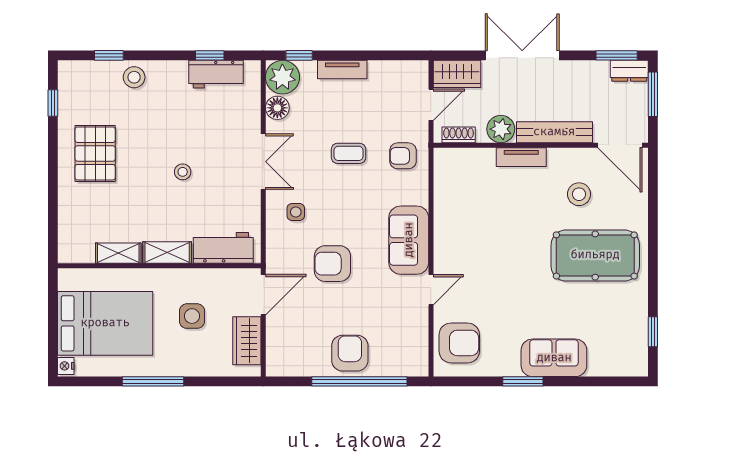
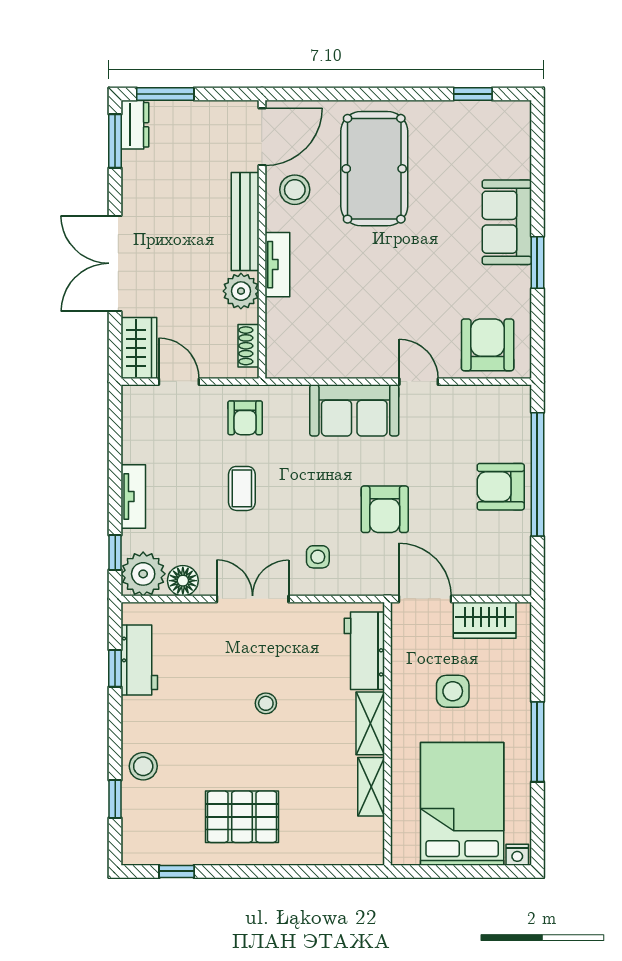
plant: (501, 129) -> (241, 291), moved
bench: (554, 132) -> (245, 222), moved
shoe rack: (459, 135) -> (249, 346), moved
wall: (541, 145) -> (262, 239), moved
door: (620, 145) -> (262, 137), moved
tv unit: (521, 157) -> (277, 265), moved

